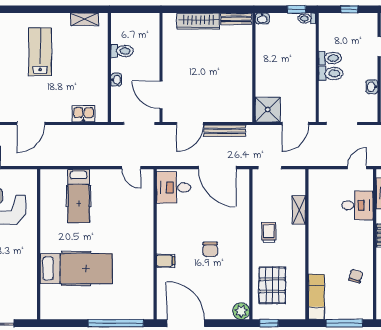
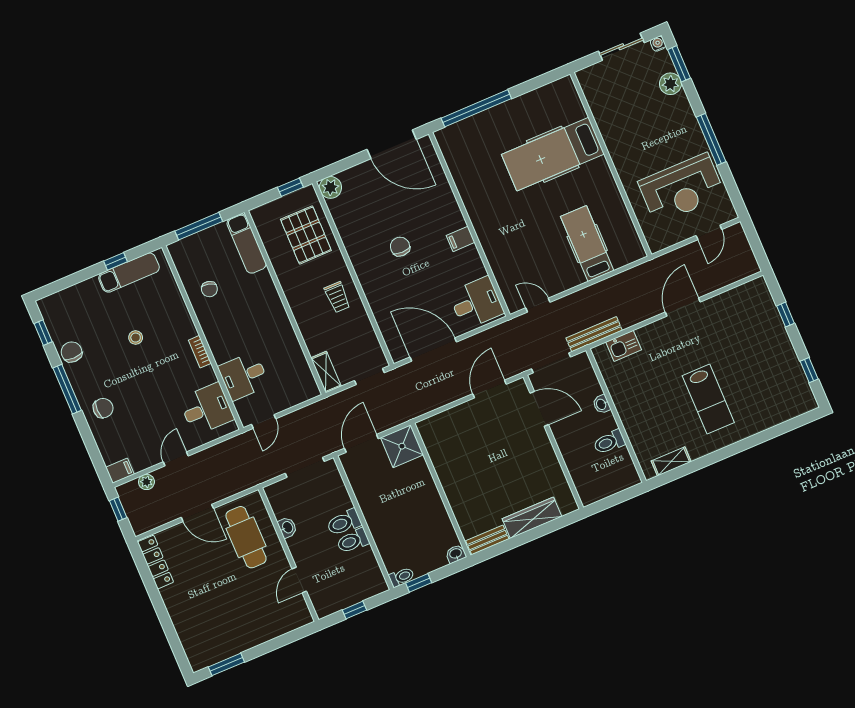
bench: (225, 131) -> (594, 334), moved
shelving: (299, 210) -> (326, 372), moved
filing cabinet: (166, 261) -> (461, 239), moved

